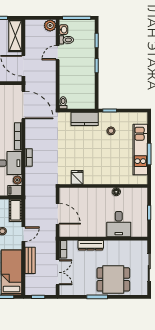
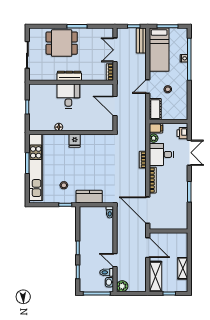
door: (58, 53) -> (115, 260), swing flipped
kitchen unit: (140, 149) -> (36, 167), width x1.36
fridge: (77, 177) -> (75, 141), moved
desk: (119, 224) -> (68, 96), moved
dresser: (91, 245) -> (69, 76), moved
bench: (30, 260) -> (141, 41), moved

